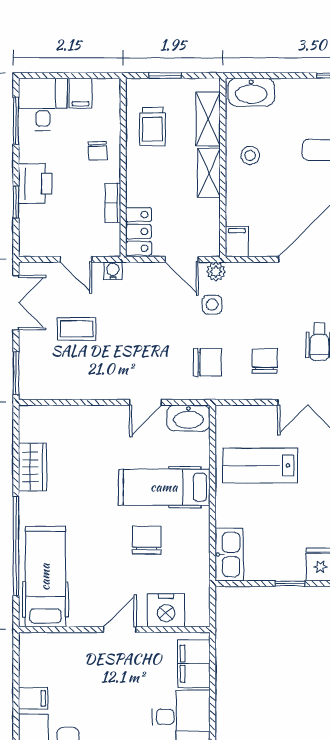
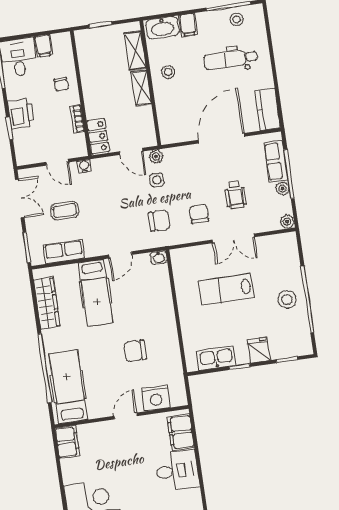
trolley: (152, 126) -> (97, 62), removed
filing cabinet: (237, 241) -> (188, 25), moved, turned 180
row of seats: (67, 386) -> (64, 252), added
washbasin: (189, 418) -> (159, 258), width x0.52, depth x0.69
lab bench: (260, 466) -> (226, 289), moved
wardrobe: (32, 467) -> (47, 303), width x1.50
hospital bed: (164, 487) -> (96, 293), moved, turned -90
chair: (147, 540) -> (135, 351), turned -90
kitchen sink: (229, 555) -> (216, 358), moved, turned -90
filing cabinet: (33, 698) -> (67, 442), moved, width x2.00

